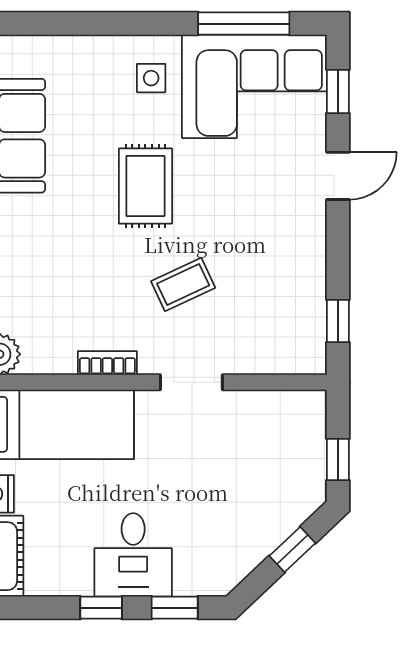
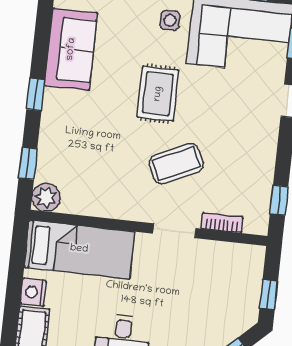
coffee table: (183, 285) -> (176, 164), width x1.36, depth x1.30
bookcase: (107, 363) -> (222, 223), moved

